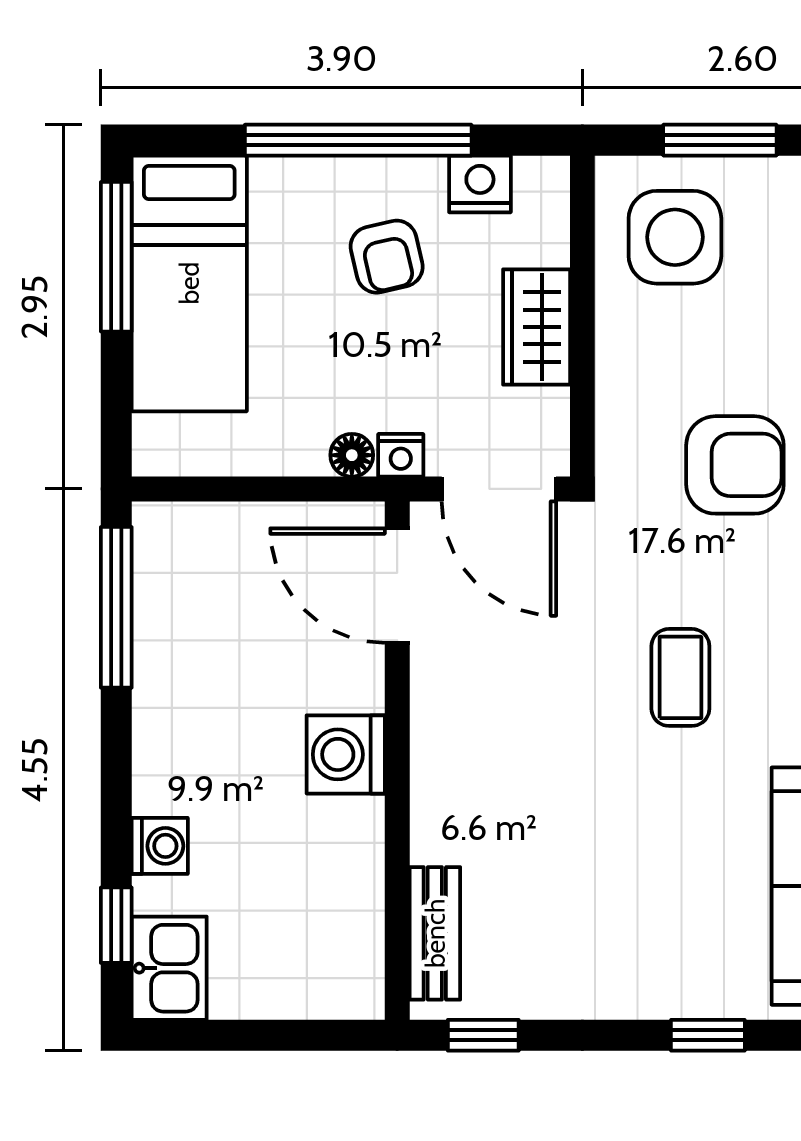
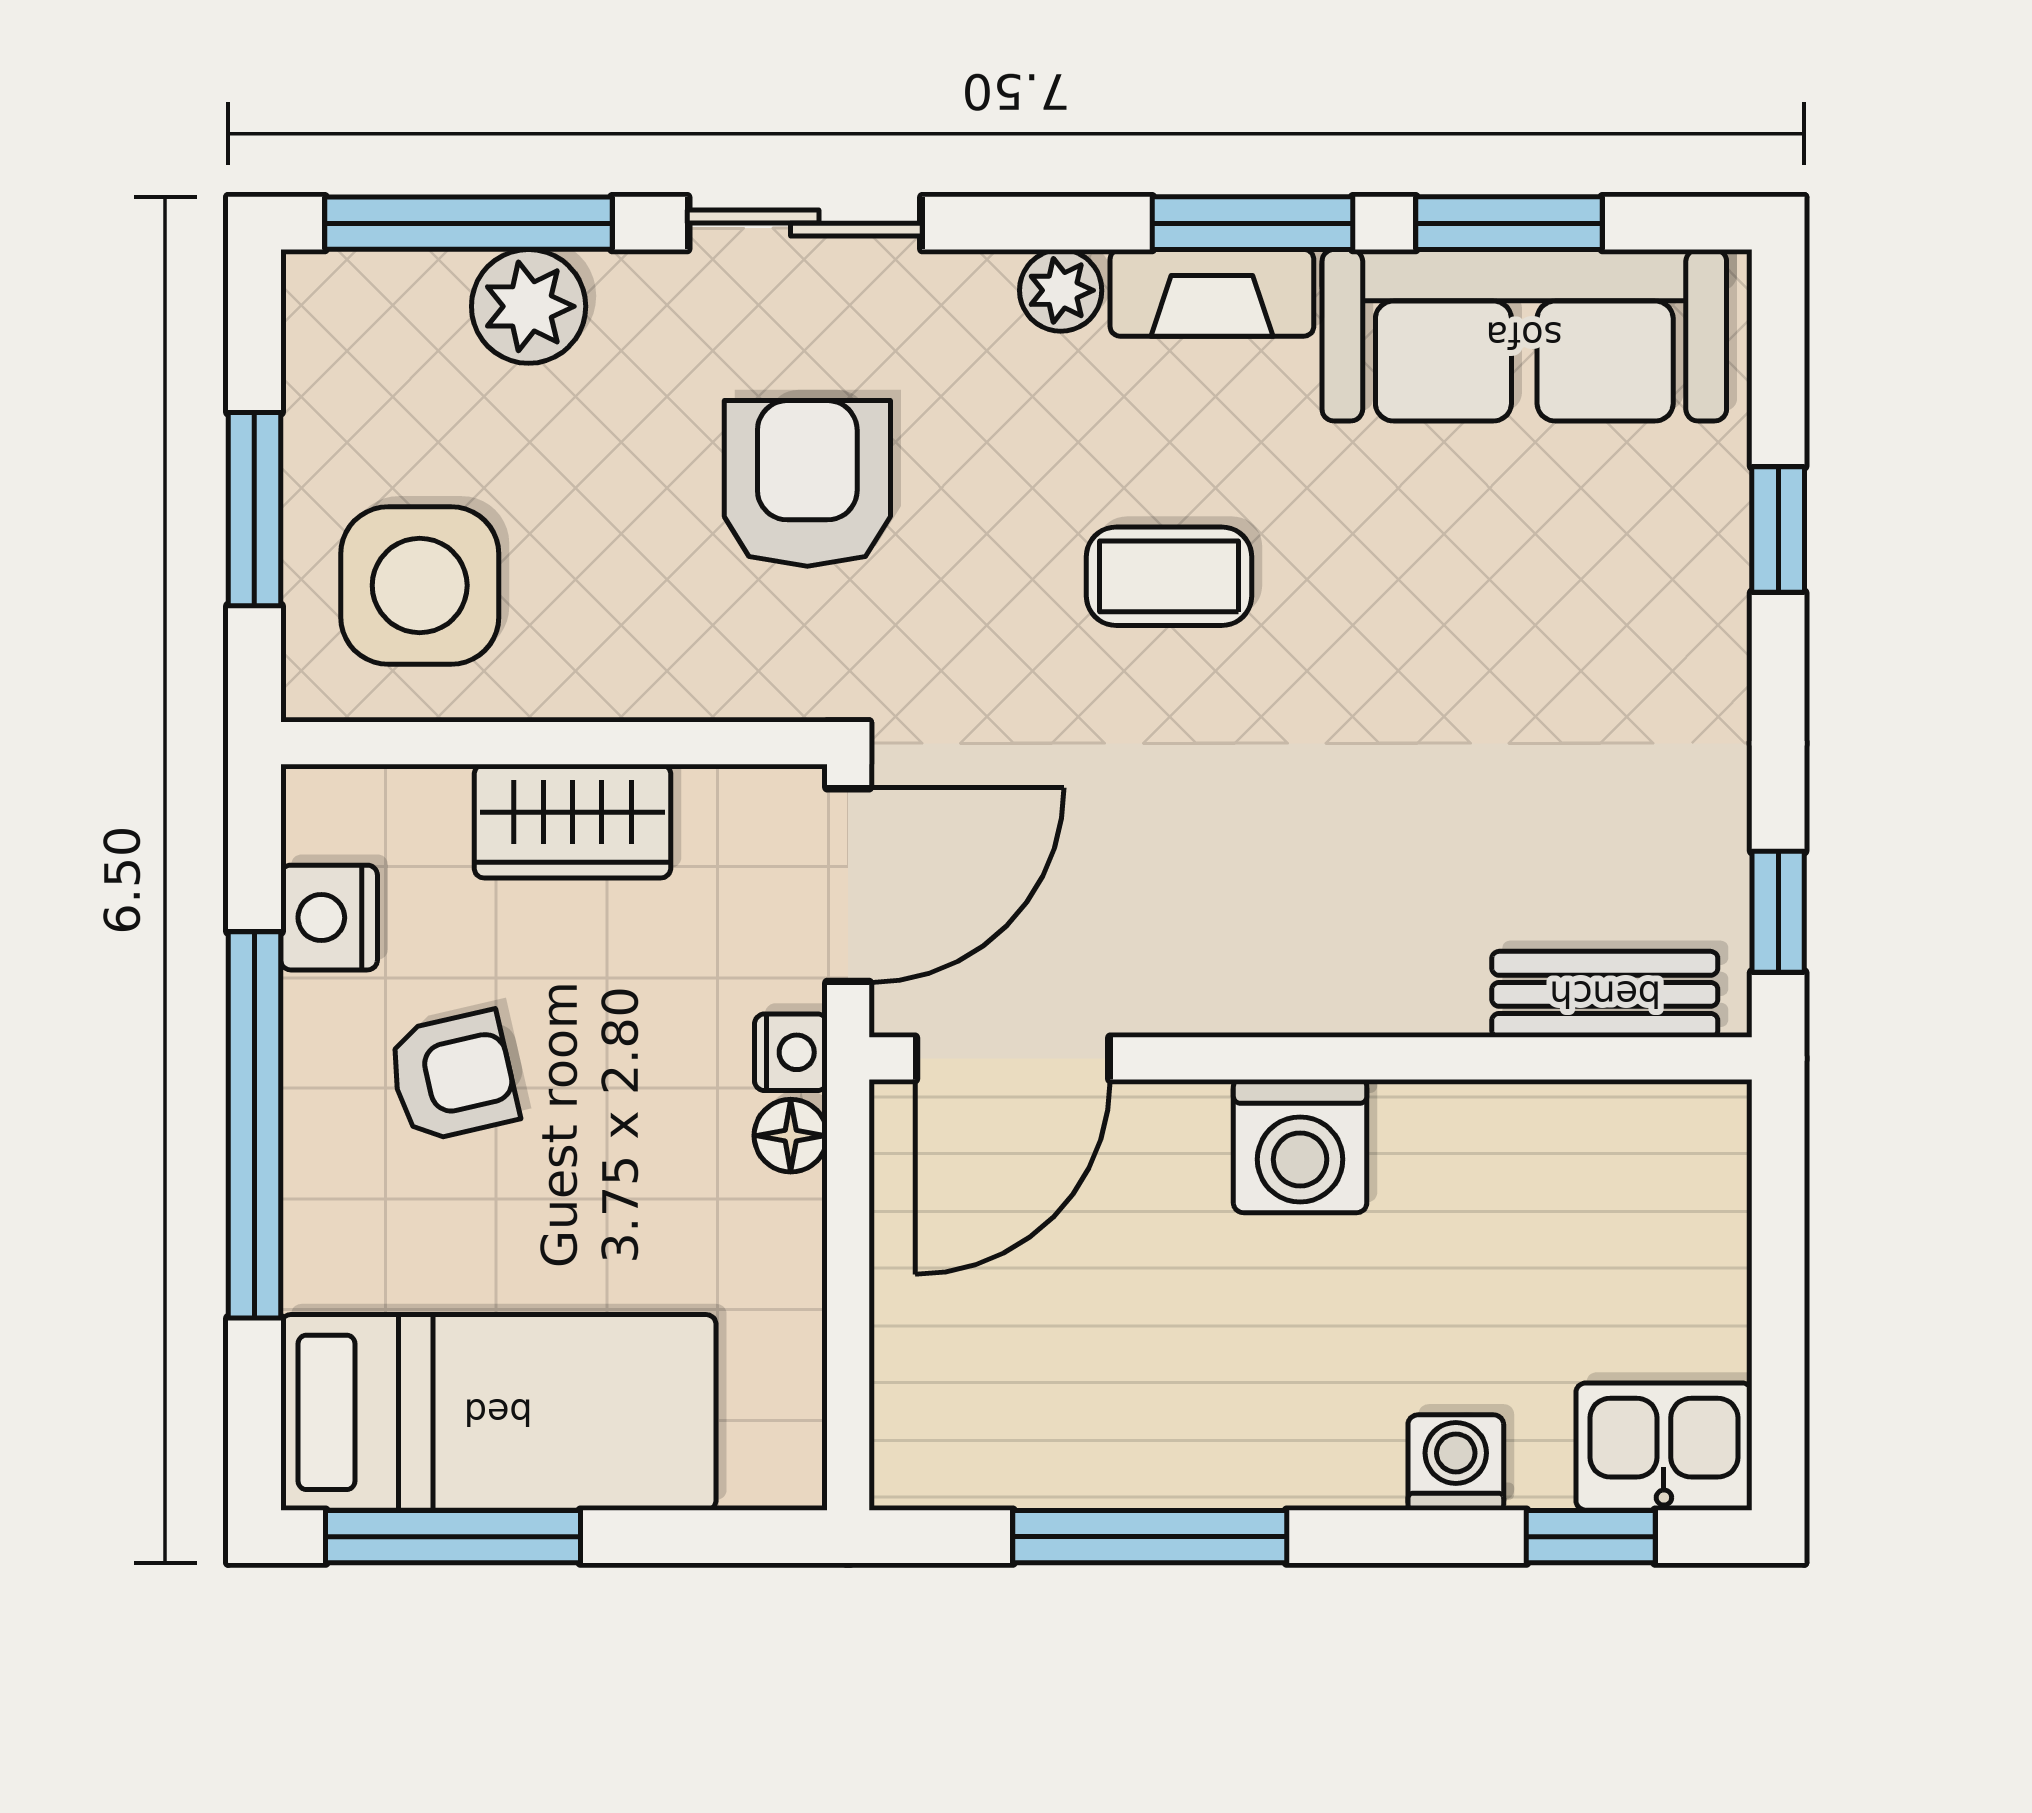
window: (116, 607) -> (1150, 1537), moved

